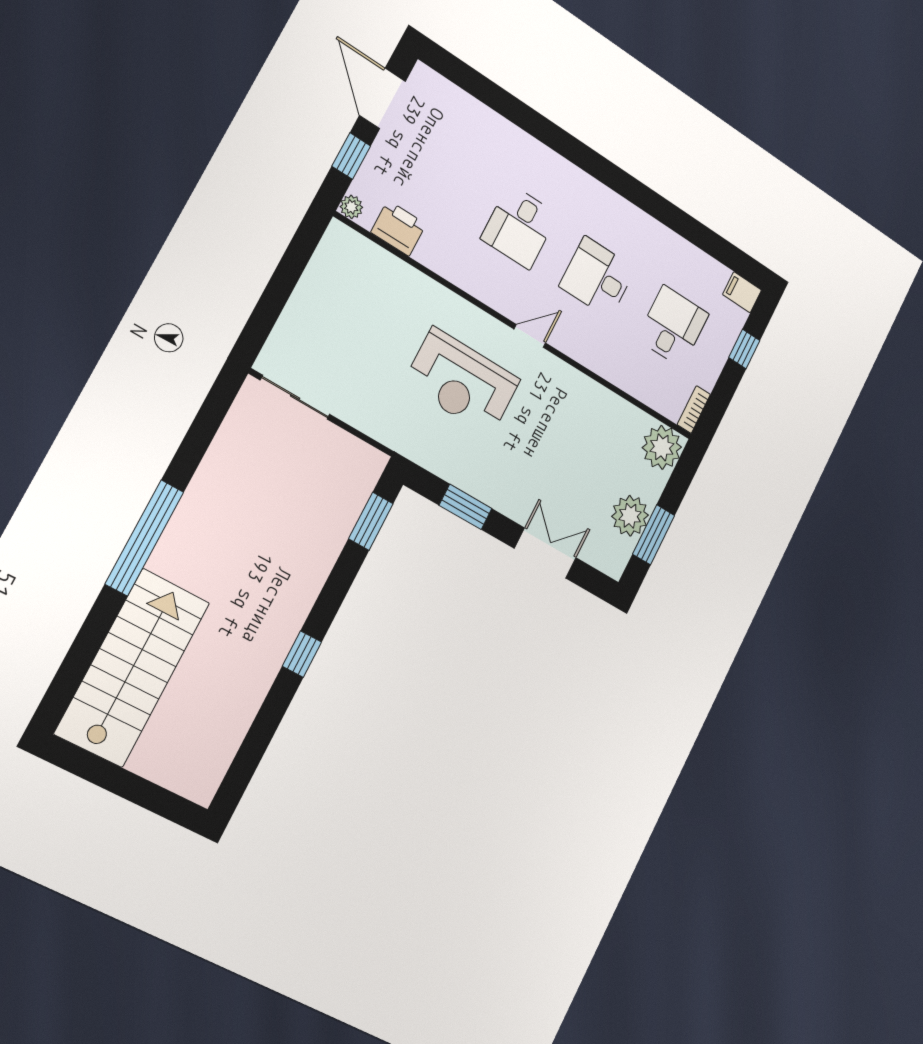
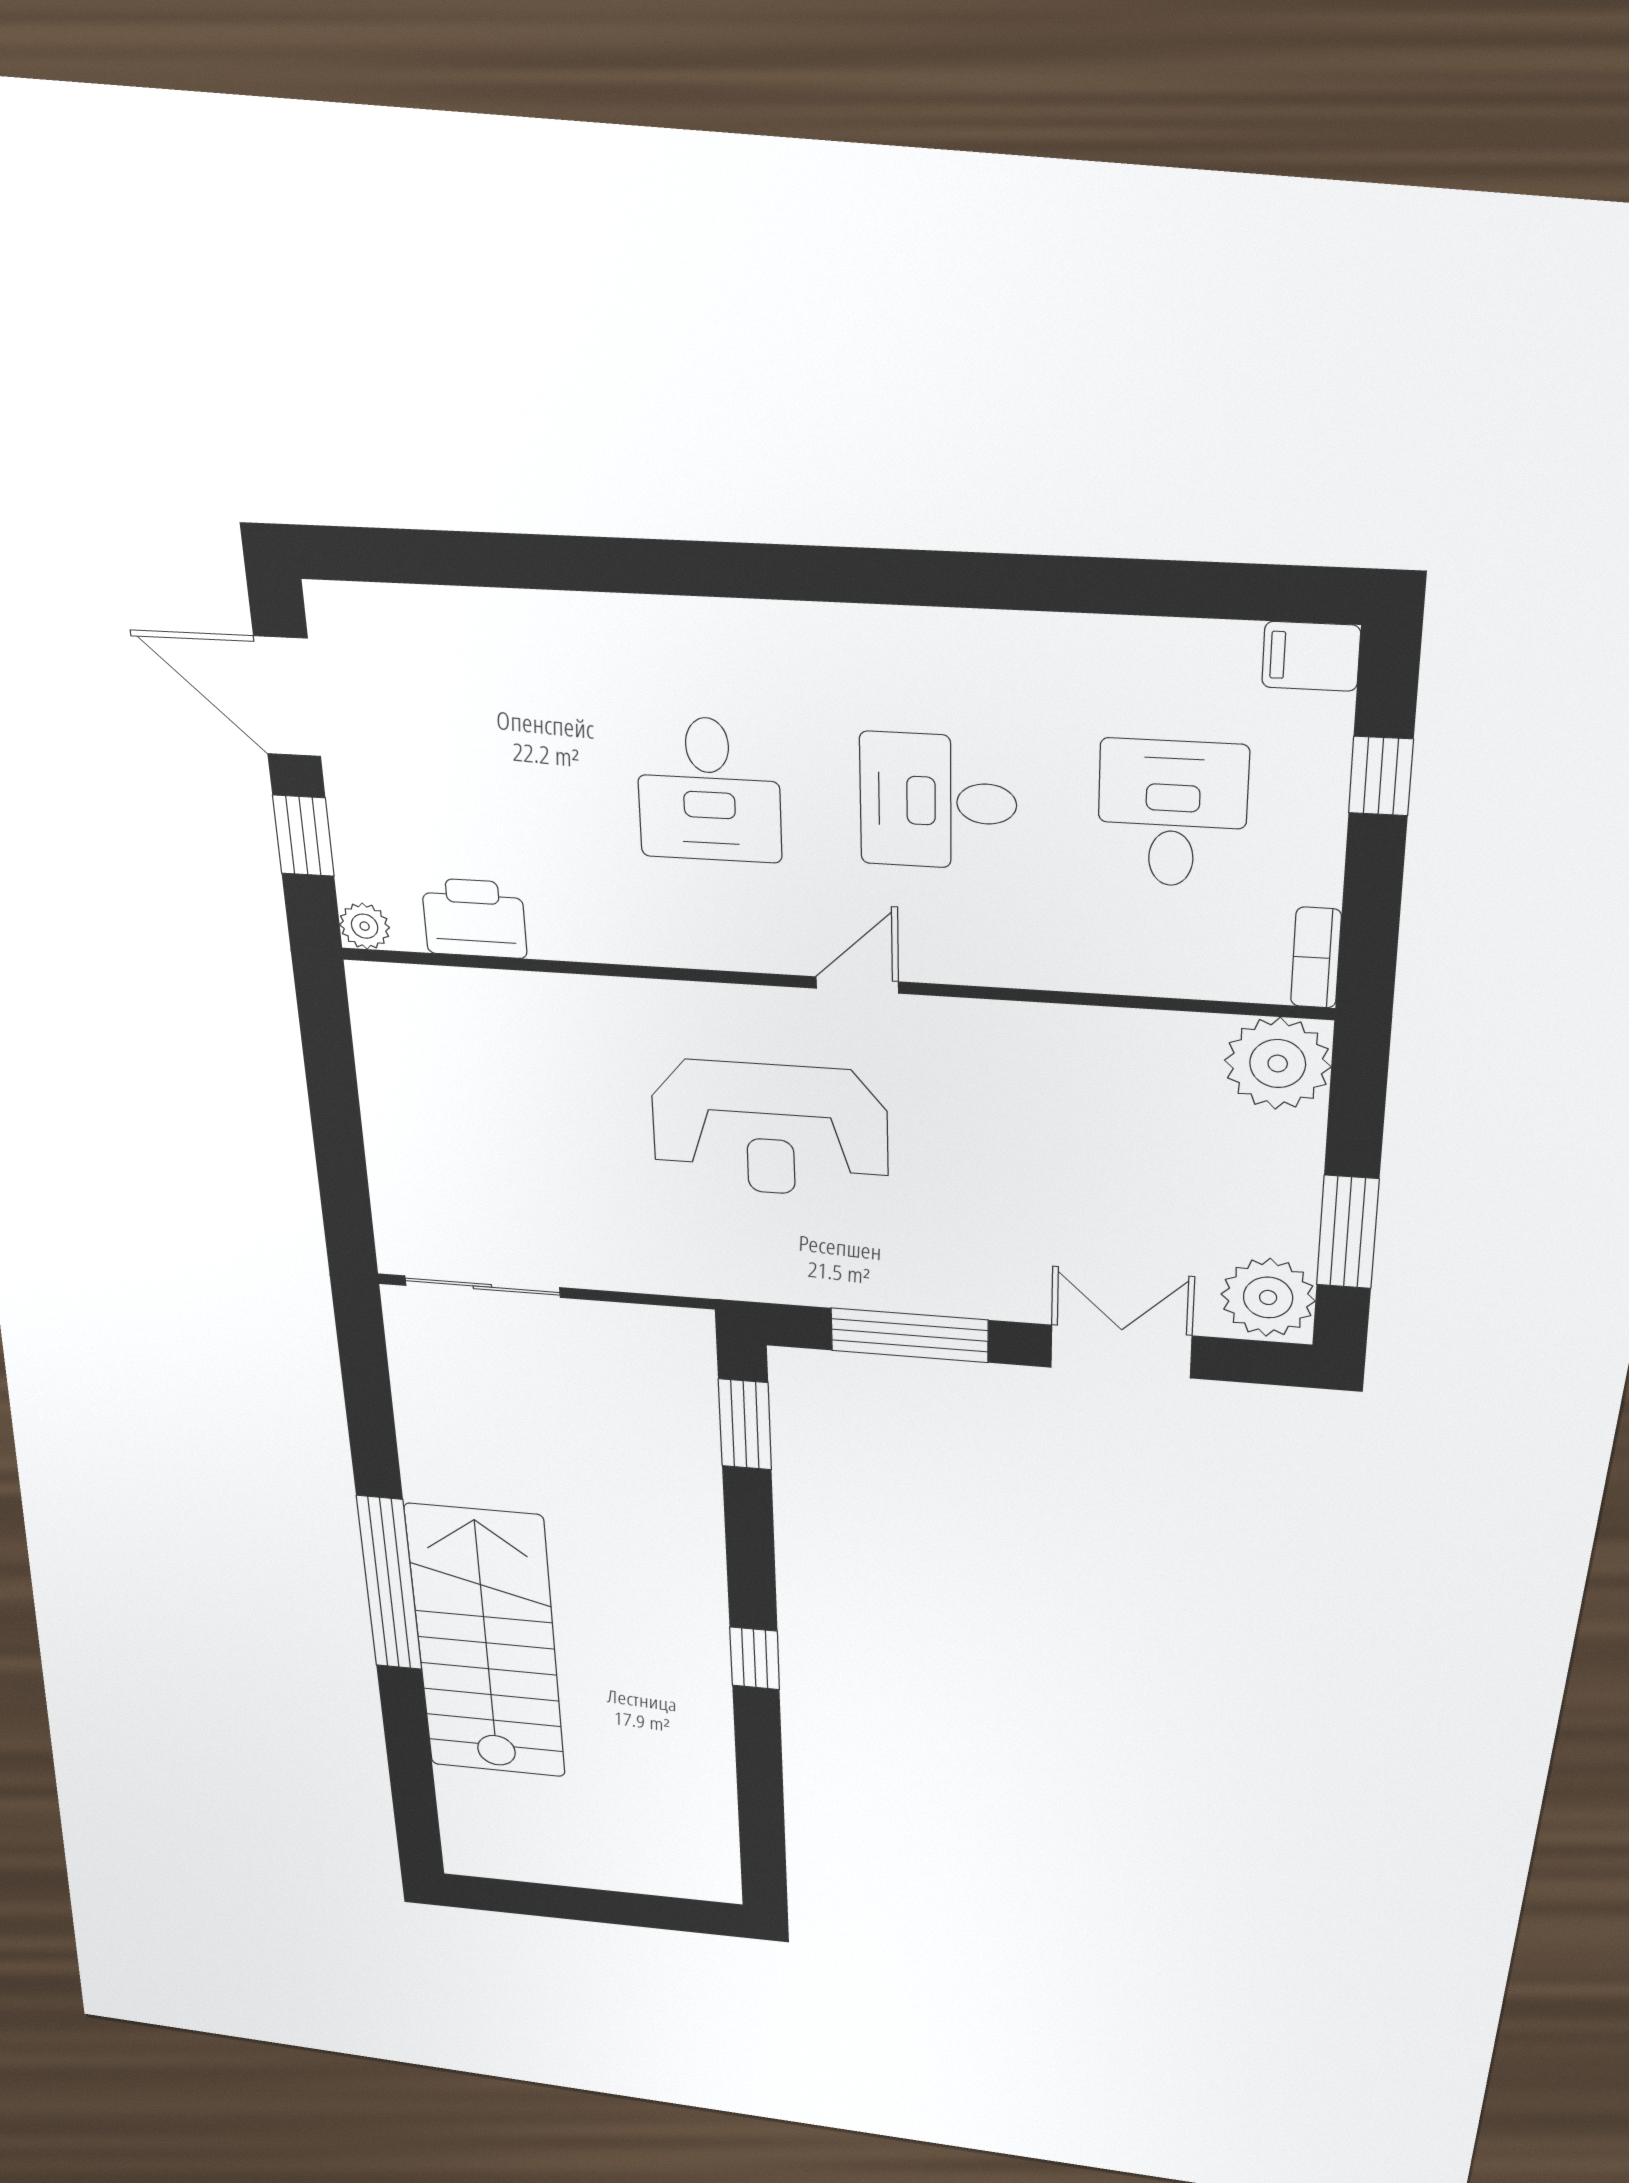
window: (466, 507) -> (910, 1335), width x1.44
plant: (630, 516) -> (1268, 1297), moved
stairs: (133, 668) -> (486, 1643), moved

